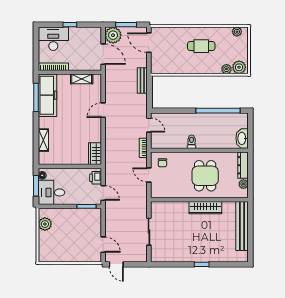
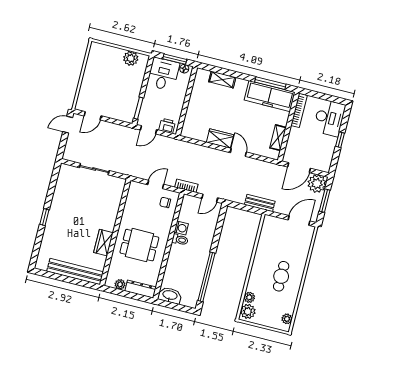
washing machine: (181, 143) -> (181, 228), added
wardrobe: (95, 154) -> (220, 138), moved
wardrobe: (205, 208) -> (103, 243), width x0.67

